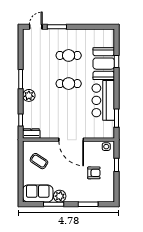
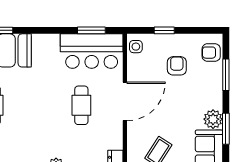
cafe table: (69, 84) -> (81, 105), moved
bar counter: (103, 100) -> (92, 51), moved
armchair: (102, 195) -> (211, 53), added

